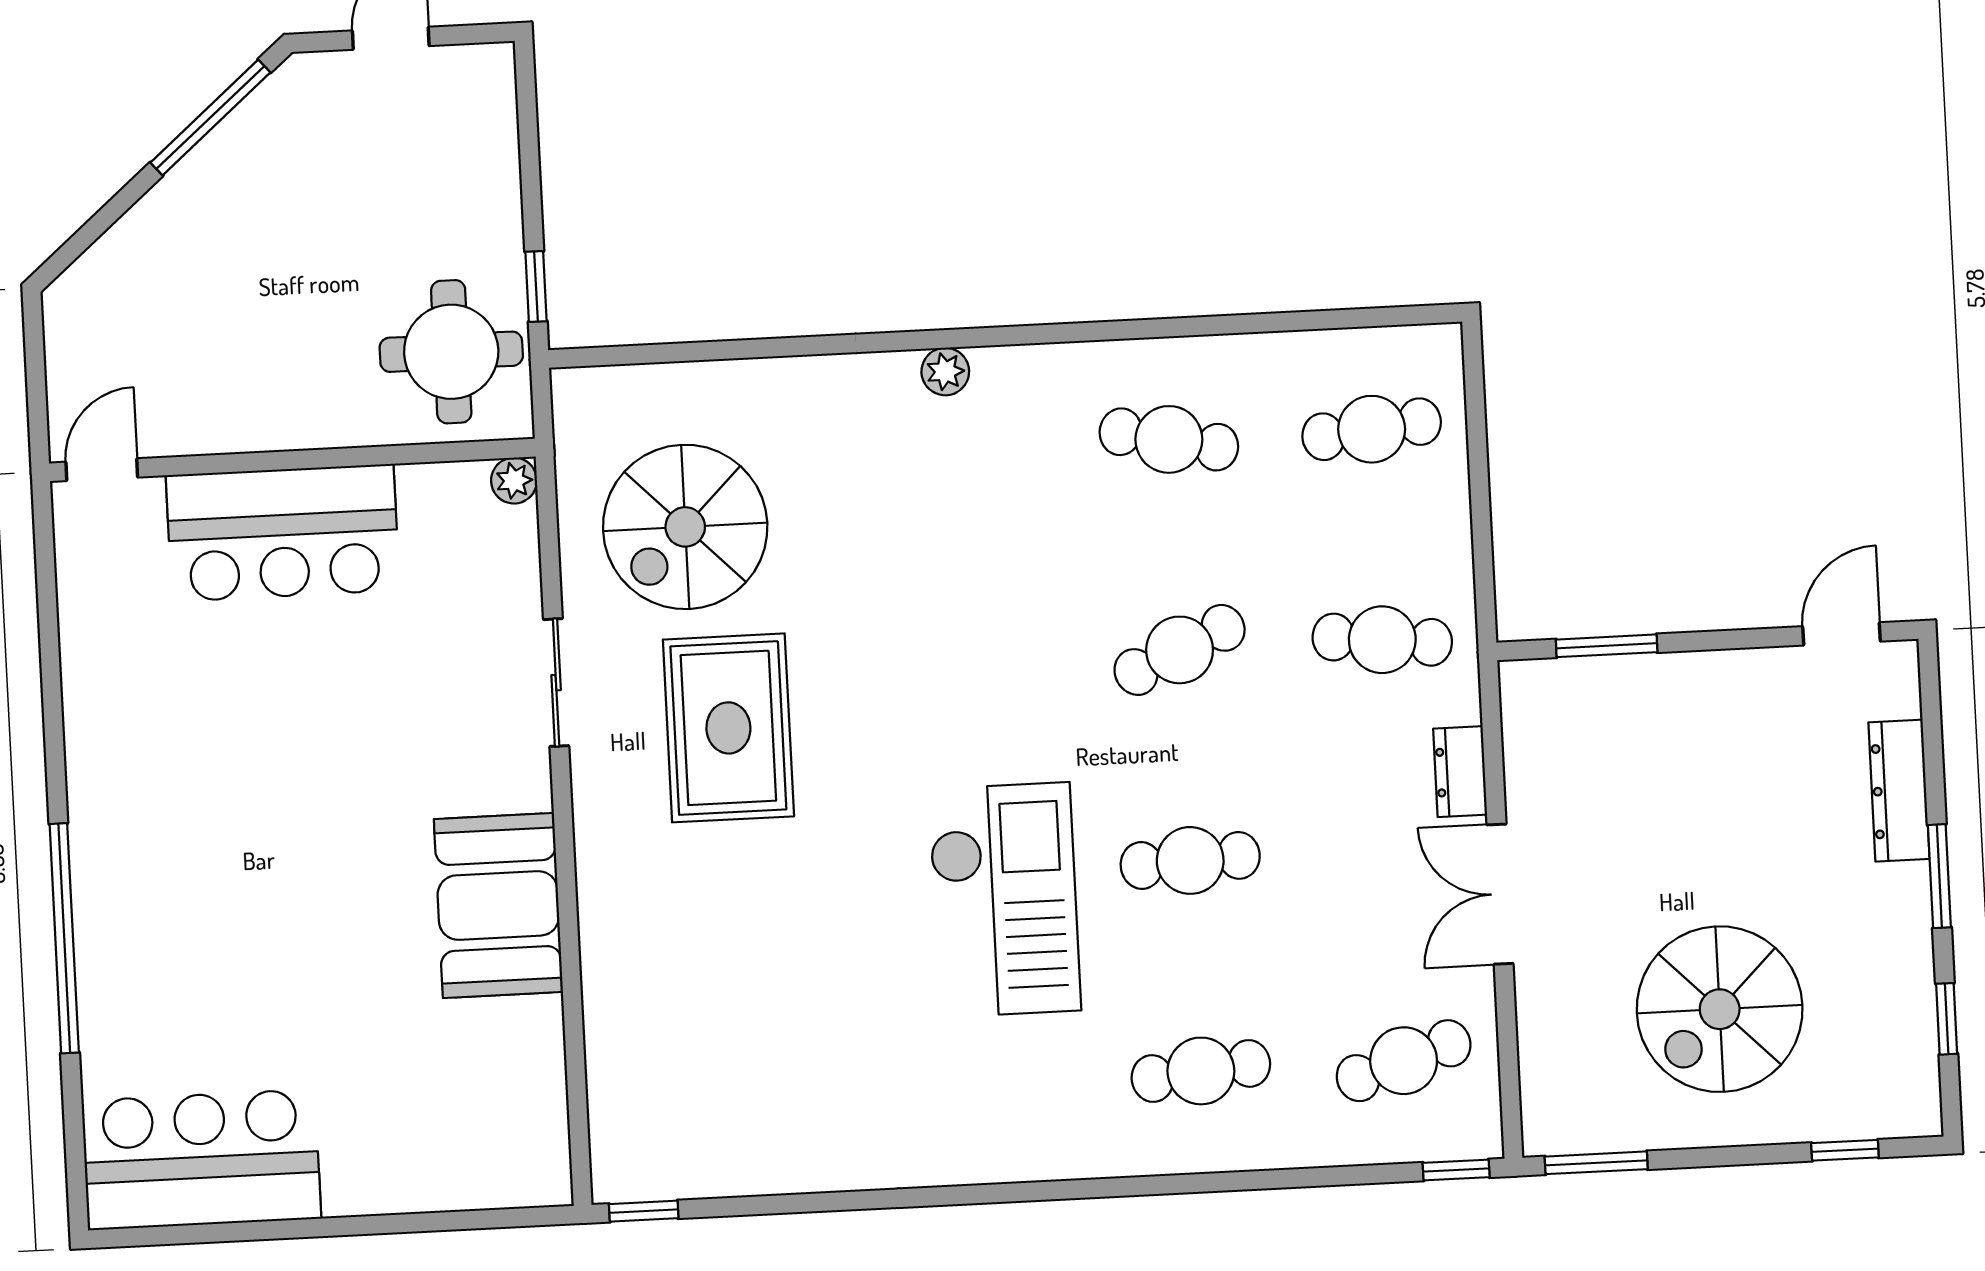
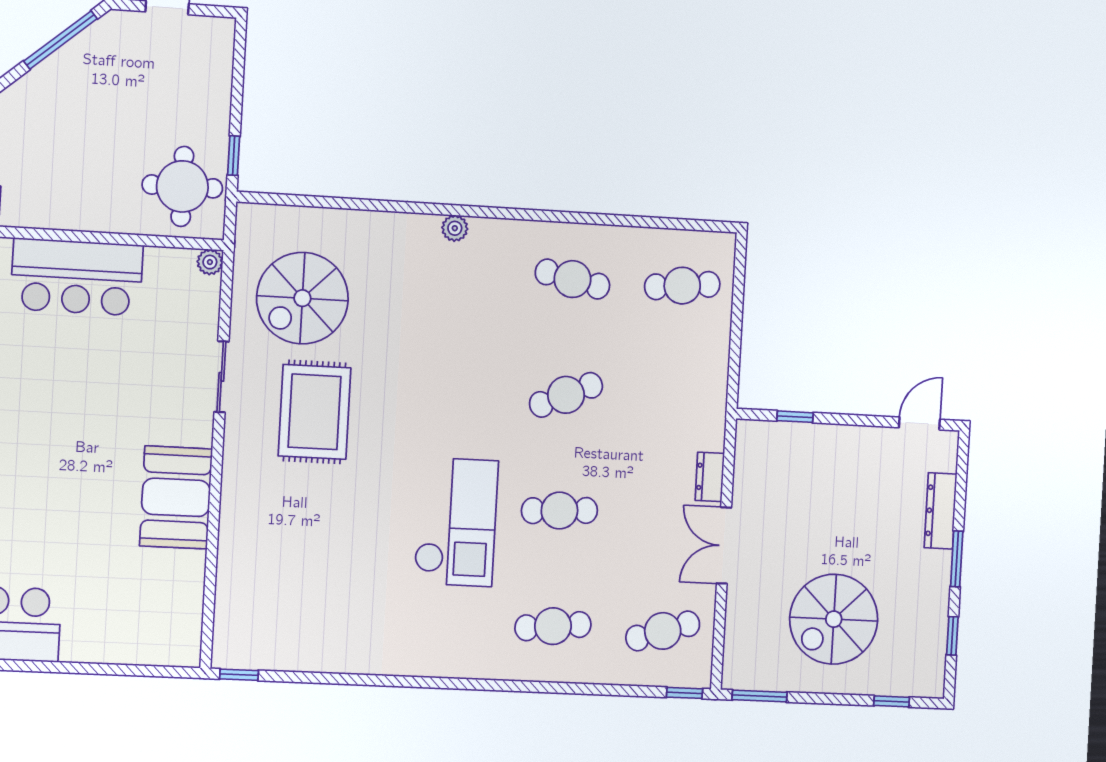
cafe table: (1382, 640) -> (676, 401), removed
window: (1607, 646) -> (795, 417), width x0.67

